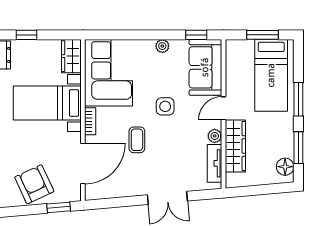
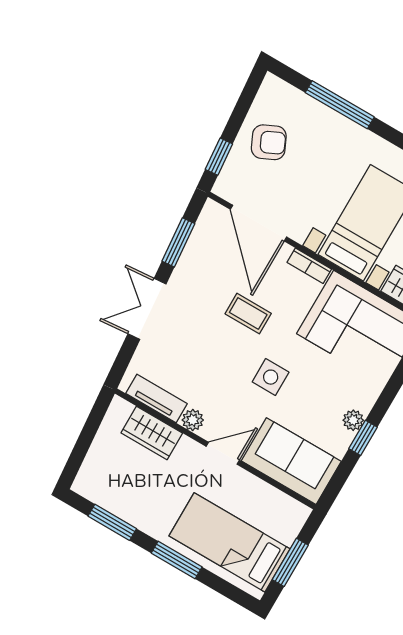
window: (196, 35) -> (363, 438), moved
door: (224, 108) -> (223, 453), hinge flipped
wardrobe: (235, 146) -> (152, 433), width x0.67
floor lamp: (285, 167) -> (97, 490), removed
armchair: (34, 184) -> (269, 142), width x0.72, depth x0.72
window: (120, 202) -> (178, 242), added

